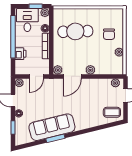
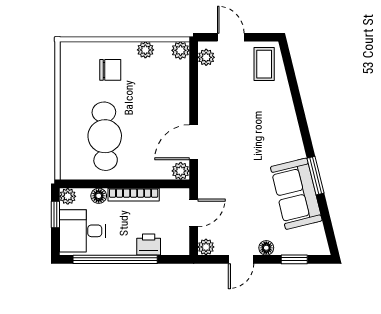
plant: (90, 70) -> (180, 50), moved
door: (36, 76) -> (194, 213), hinge flipped
door: (72, 76) -> (194, 142), swing flipped
sofa: (52, 127) -> (296, 194), width x0.73

